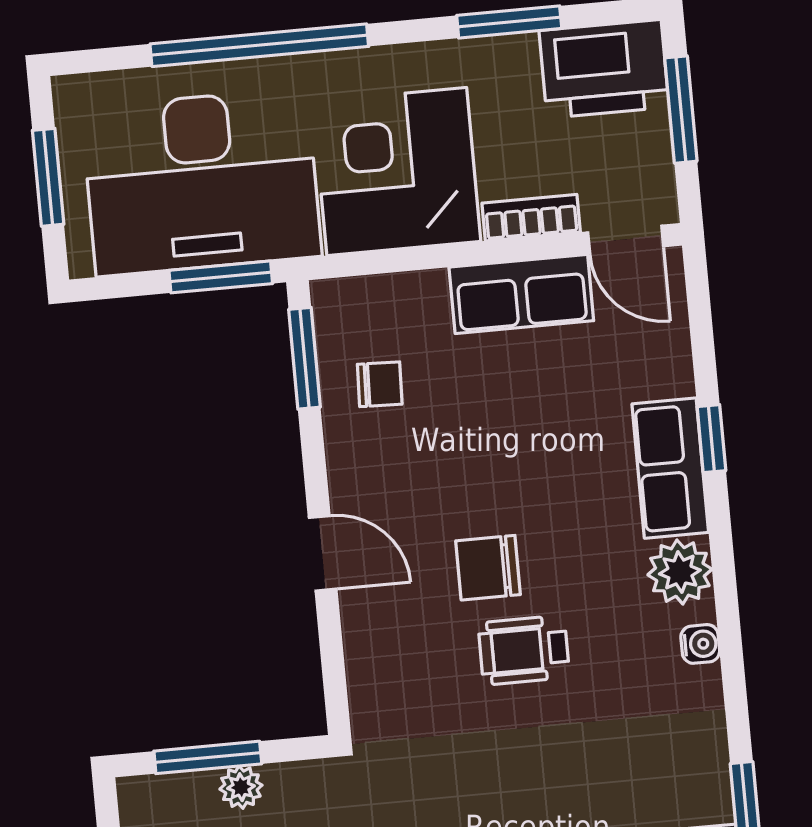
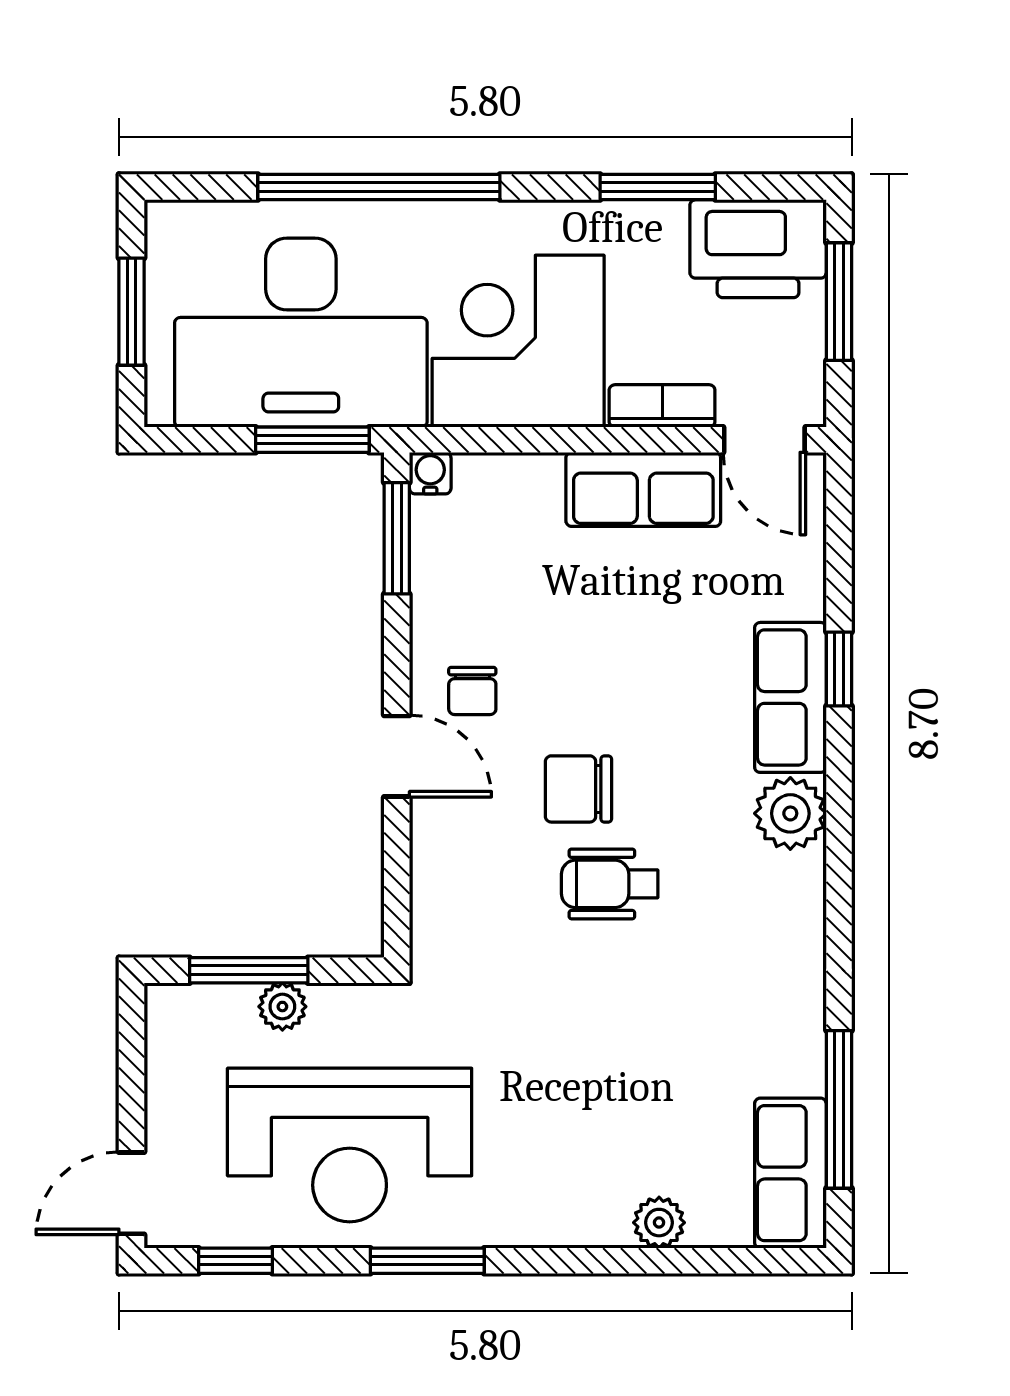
chair: (380, 384) -> (472, 691), moved, turned 88
water cooler: (700, 644) -> (430, 473), moved, turned -90

